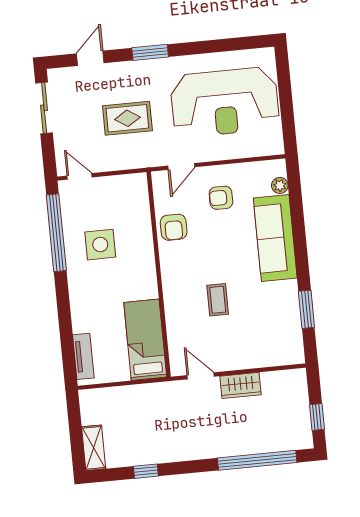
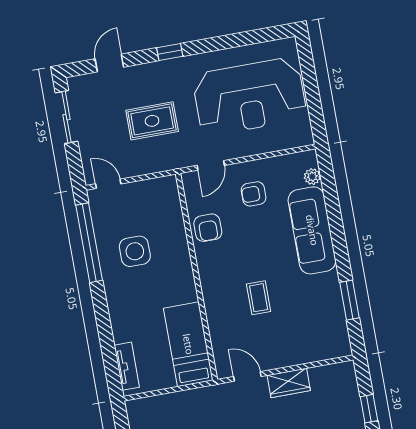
window: (150, 52) -> (170, 52), width x0.67

